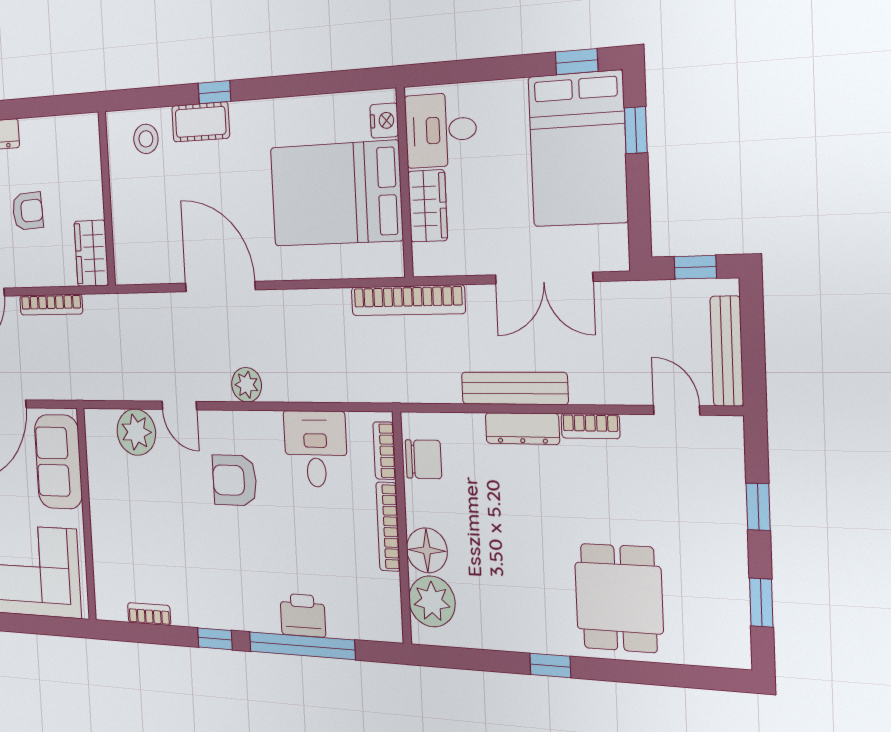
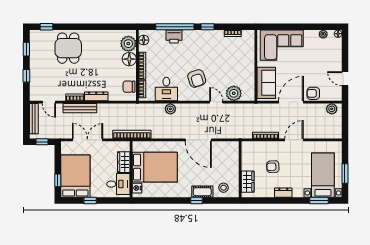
window: (577, 62) -> (90, 201), moved
wardrobe: (91, 253) -> (248, 182), moved
plant: (247, 385) -> (170, 109), moved
bench: (514, 388) -> (80, 108), moved
armchair: (235, 480) -> (197, 79), turned 72
floor lamp: (388, 610) -> (144, 40), added
window: (550, 665) -> (46, 27), moved

